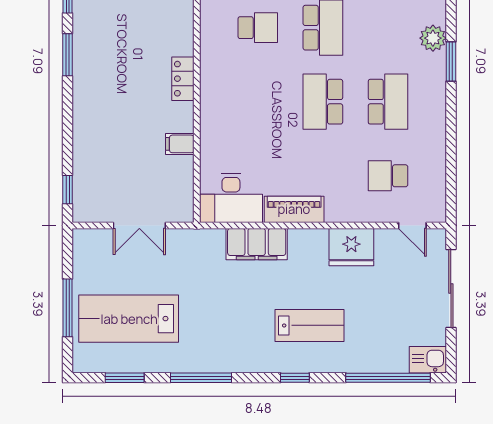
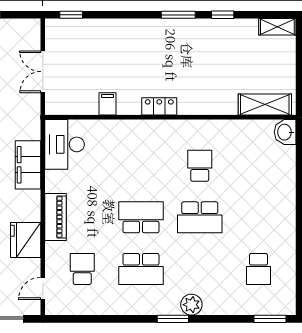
school desk: (258, 28) -> (200, 166), turned 180
piano: (294, 209) -> (56, 217), moved

